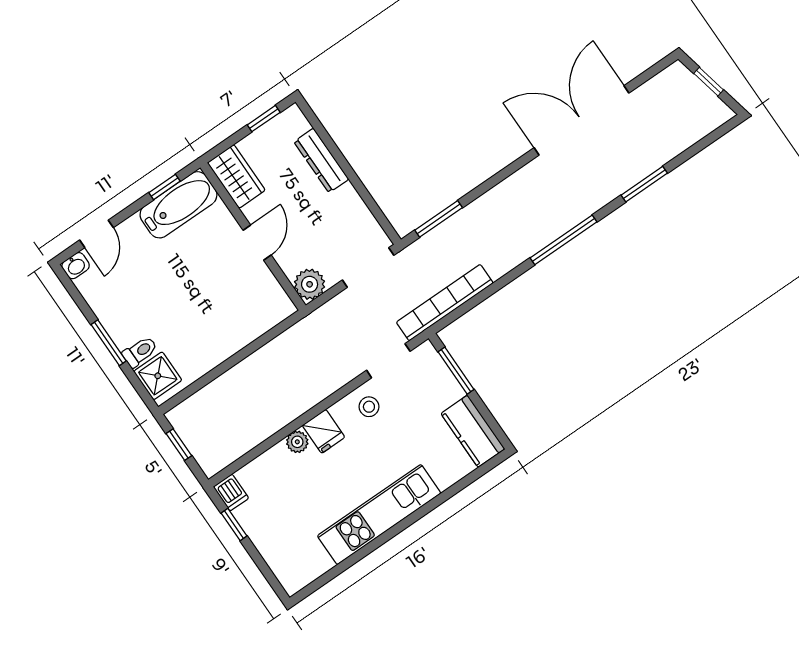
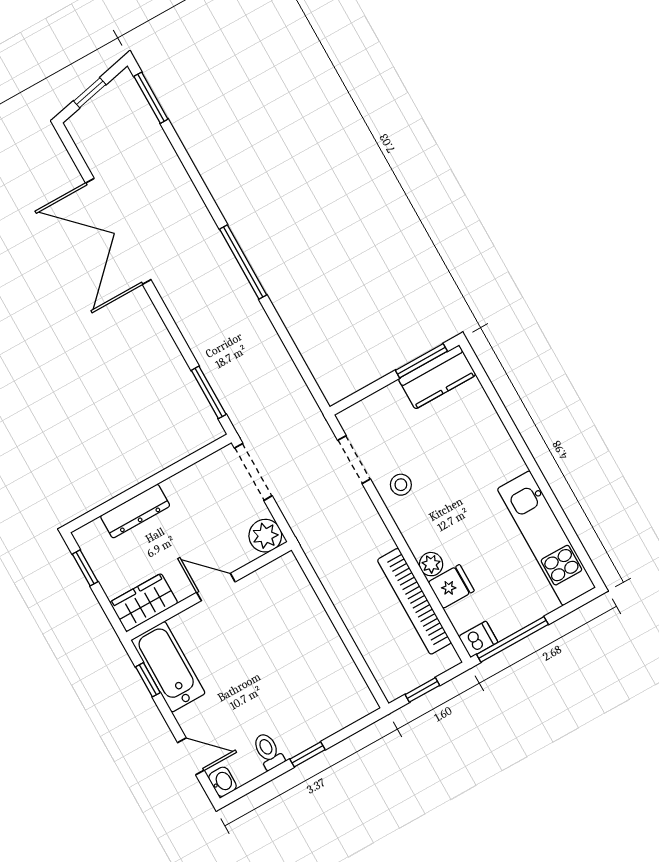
window: (644, 184) -> (151, 98), moved
bookcase: (445, 303) -> (414, 601), moved
window: (109, 343) -> (308, 754), width x0.67
toilet: (140, 352) -> (268, 751), moved
window: (456, 371) -> (421, 361), moved
shower: (158, 376) -> (347, 705), removed
fridge: (324, 431) -> (451, 586), moved
kitchen unit: (379, 515) -> (546, 538), moved
window: (234, 524) -> (512, 639), width x2.17

